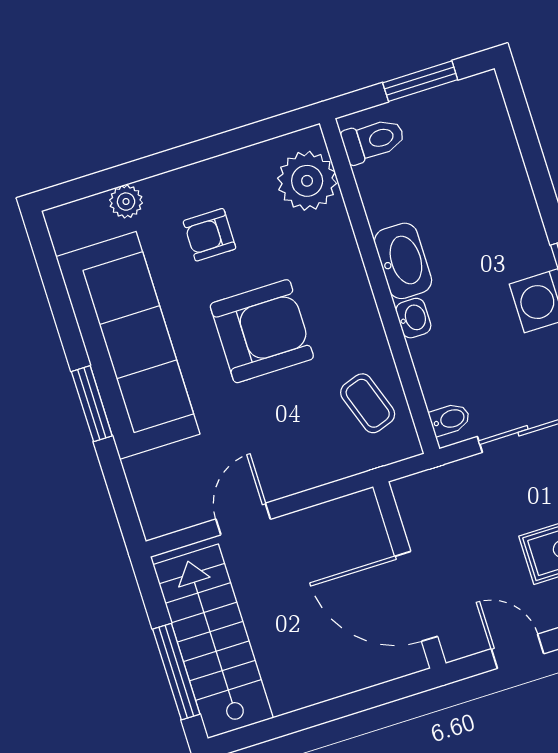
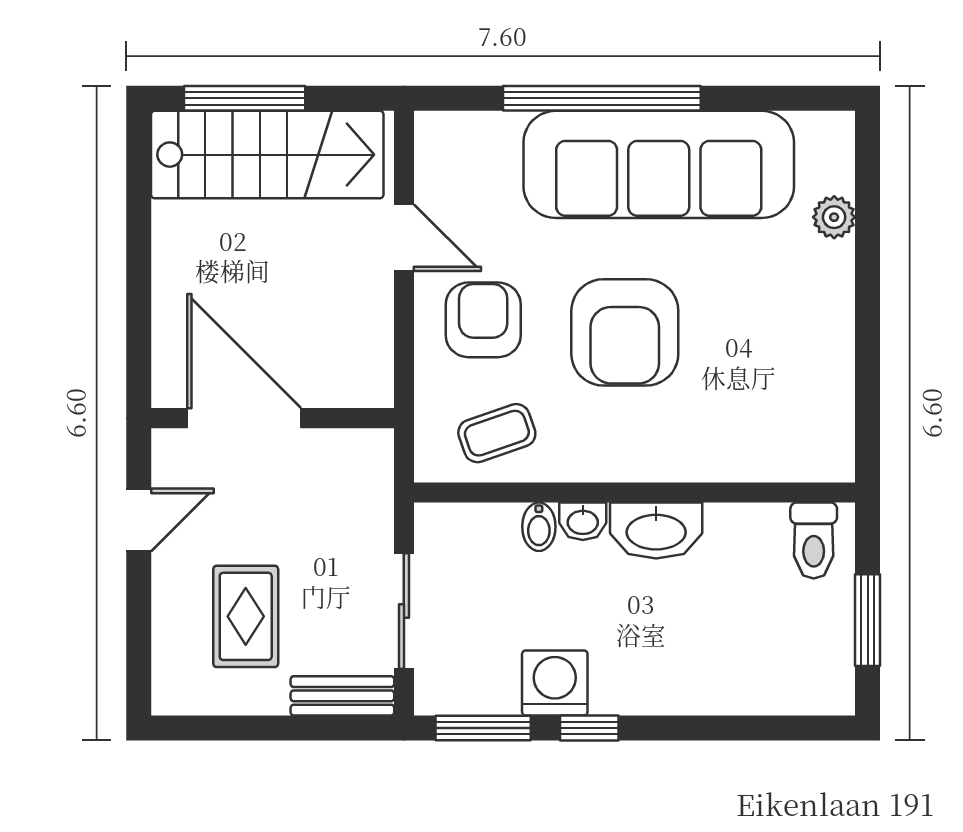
plant: (307, 181) -> (790, 445), removed
armchair: (210, 235) -> (483, 320), moved, width x1.38, depth x1.38
window: (92, 404) -> (602, 98), width x2.11
bidet: (450, 419) -> (539, 527), moved
door: (416, 596) -> (244, 418), hinge flipped

